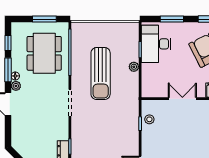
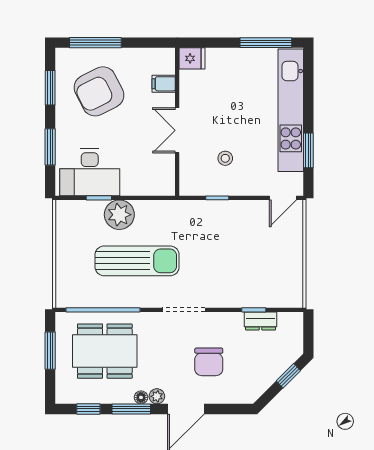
plant: (134, 67) -> (119, 215), width x1.88, depth x1.88
chair: (37, 118) -> (209, 362), added
stool: (149, 119) -> (225, 158), moved

